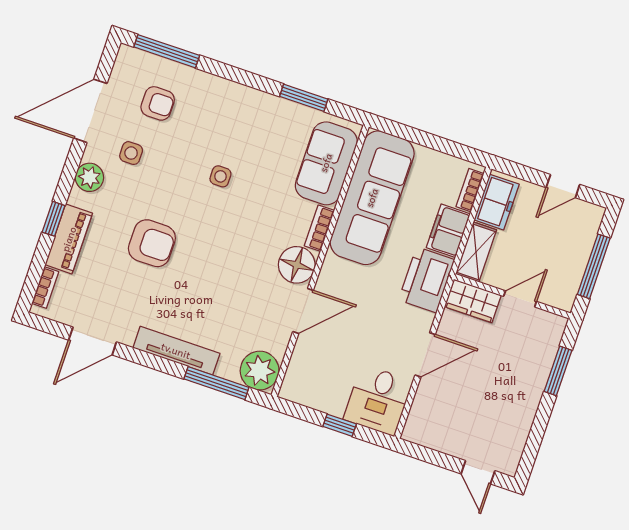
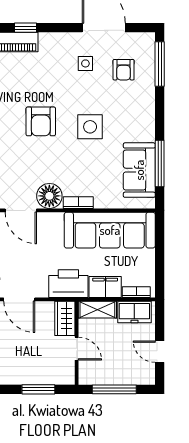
window: (304, 98) -> (160, 164), width x1.44
sofa: (326, 163) -> (139, 170), moved, turned -90
side table: (220, 176) -> (90, 127), width x1.87, depth x1.87
plant: (89, 177) -> (60, 42), removed
armchair: (152, 243) -> (41, 121), moved

